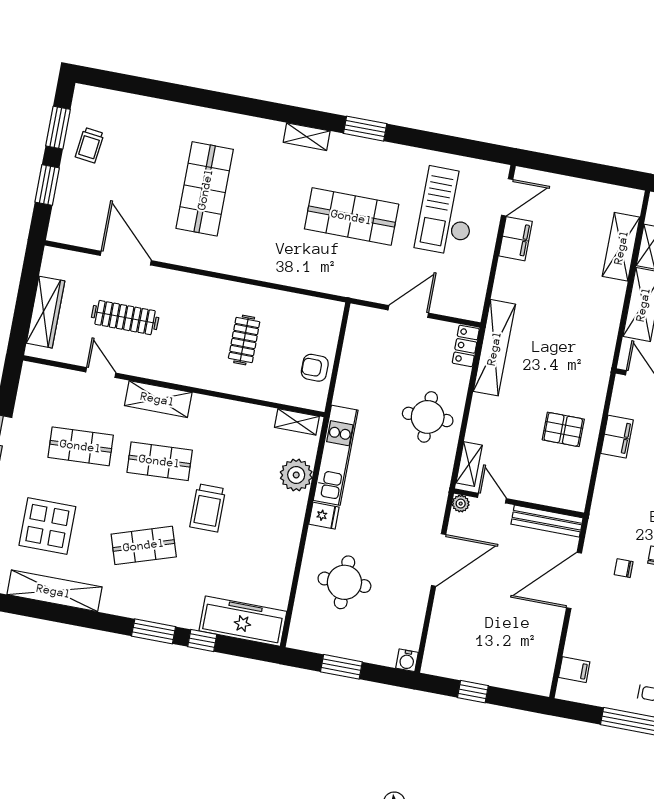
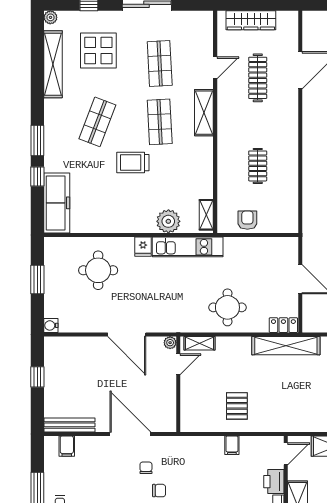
clothes rail: (244, 340) -> (258, 166), turned 90
filing cabinet: (617, 437) -> (232, 445), width x0.50
bench: (547, 521) -> (70, 425), moved, turned 90
shop shelf: (144, 545) -> (97, 122), turned 39

